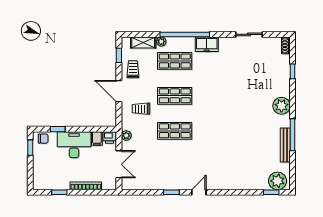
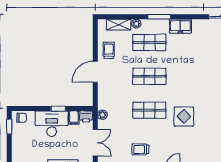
window: (185, 34) -> (159, 17), width x0.47
window: (119, 55) -> (95, 37), removed
door: (119, 91) -> (95, 72), hinge flipped
trolley: (141, 109) -> (140, 149), moved
window: (58, 129) -> (58, 109), moved
display table: (210, 137) -> (184, 116), added

